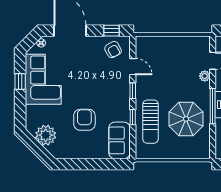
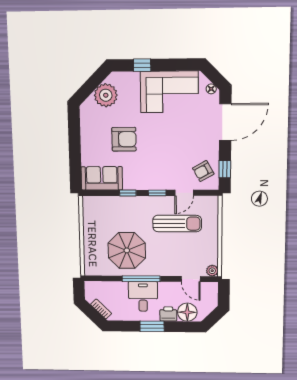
plant: (205, 76) -> (212, 271), moved
window: (20, 82) -> (142, 65), moved
sun lounger: (151, 122) -> (177, 224), moved, turned 180

